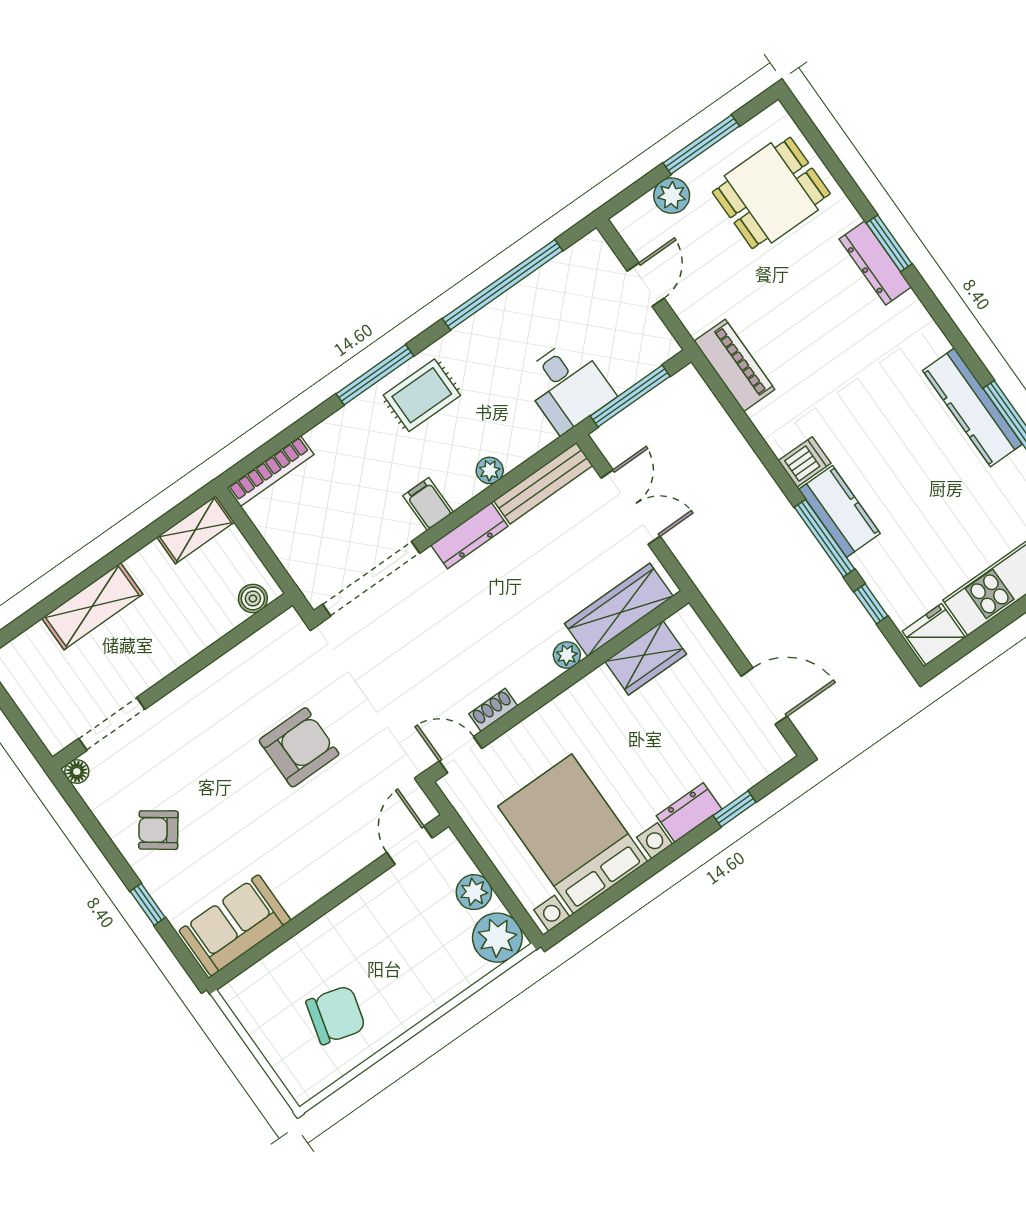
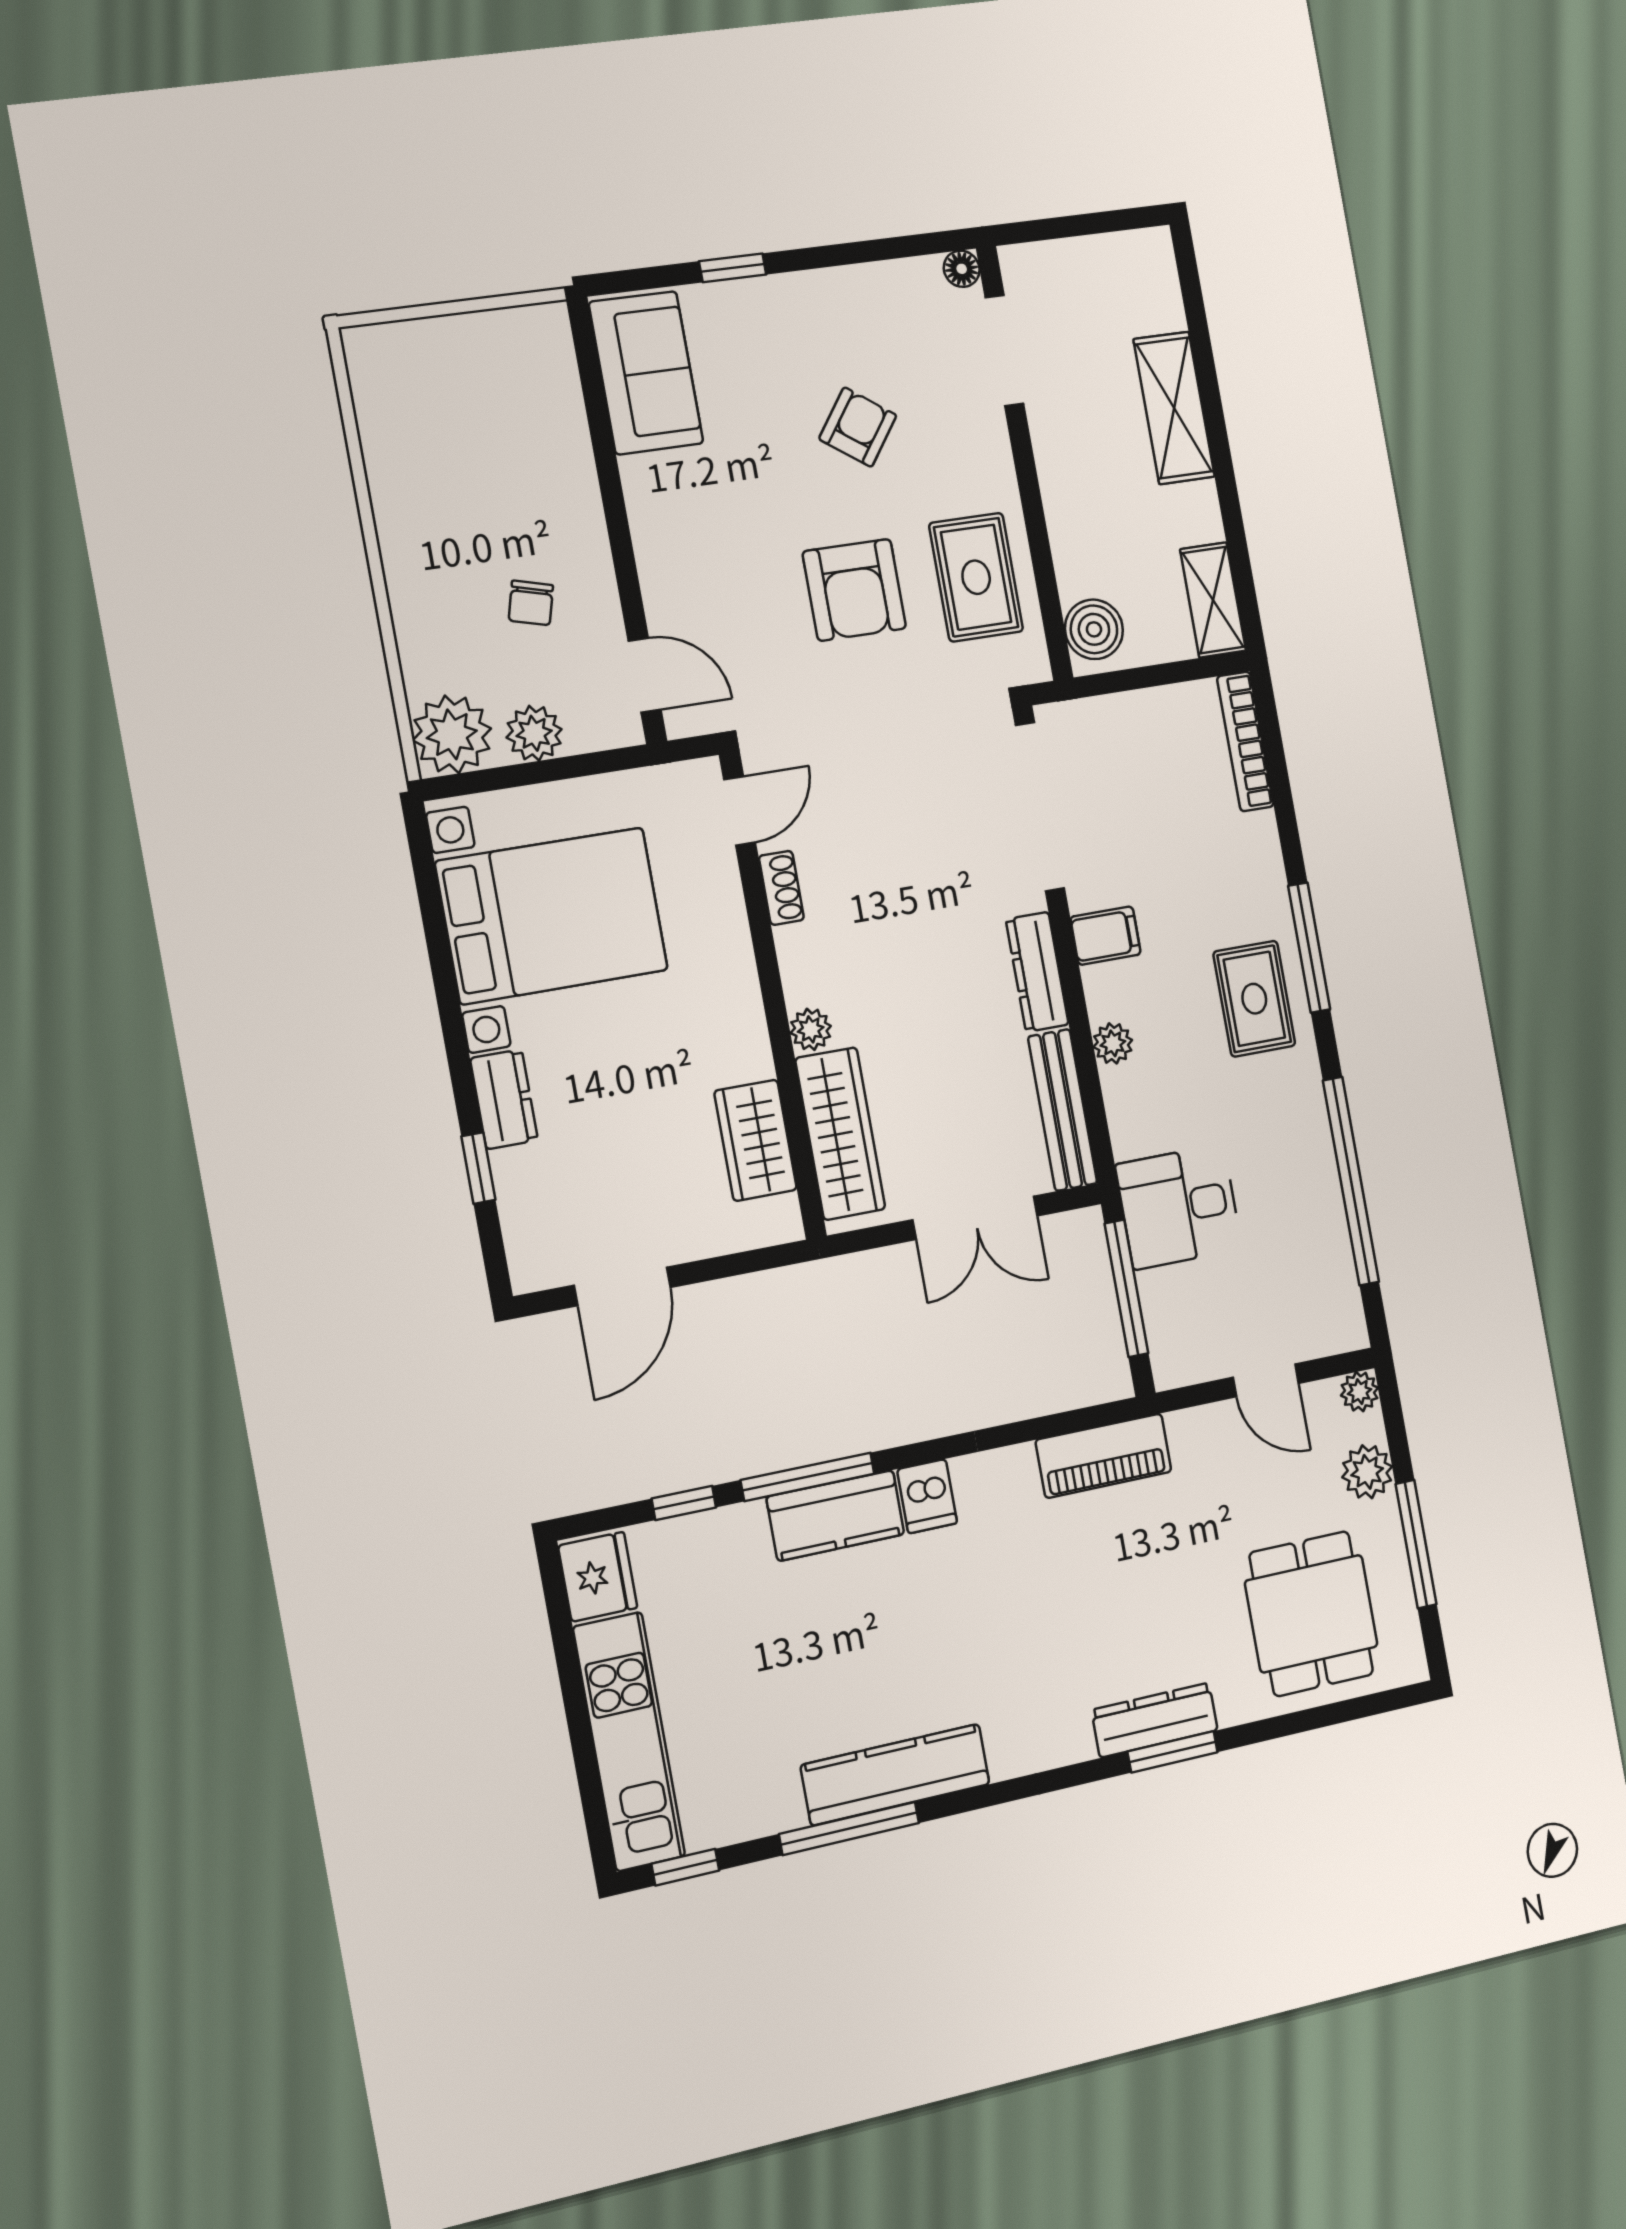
plant: (626, 222) -> (1360, 1392), added
boiler: (253, 599) -> (1094, 629), width x1.36, depth x1.36
rug: (255, 679) -> (976, 577), added
armchair: (158, 830) -> (858, 427), moved
chair: (336, 1015) -> (531, 603), moved, width x0.54, depth x0.54

